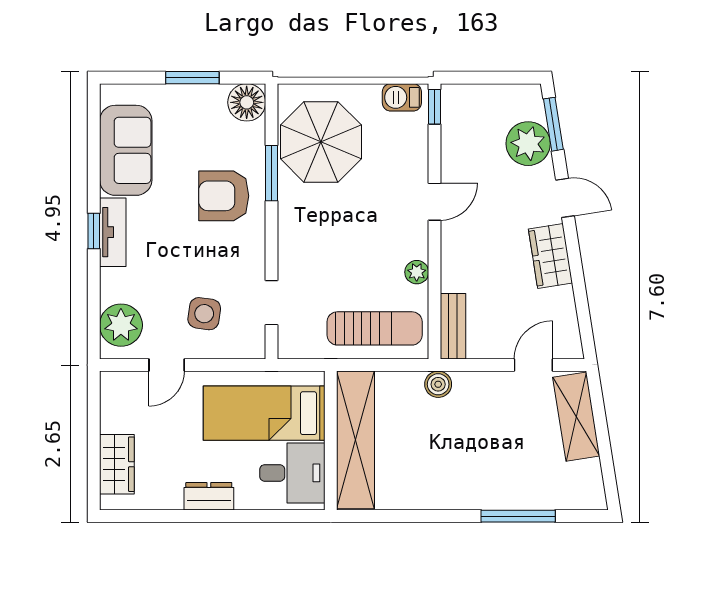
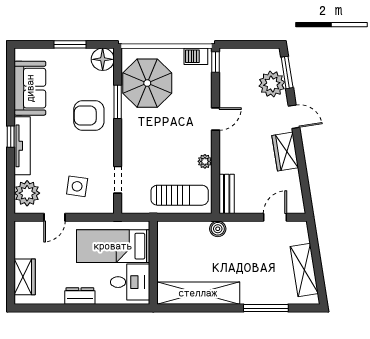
tv unit: (113, 232) -> (22, 146), width x1.41
shelving: (576, 417) -> (304, 270), moved
shelving: (356, 440) -> (198, 293), moved, turned 90

